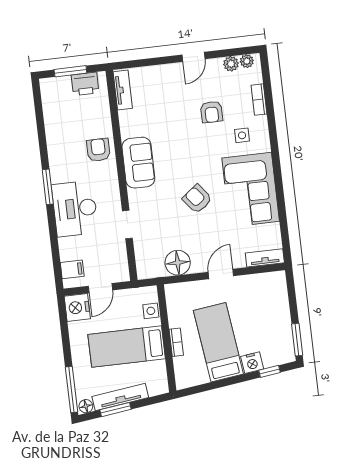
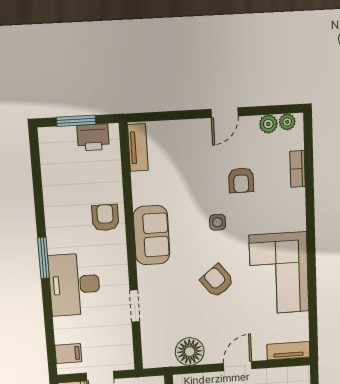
side table: (242, 135) -> (218, 222), moved

